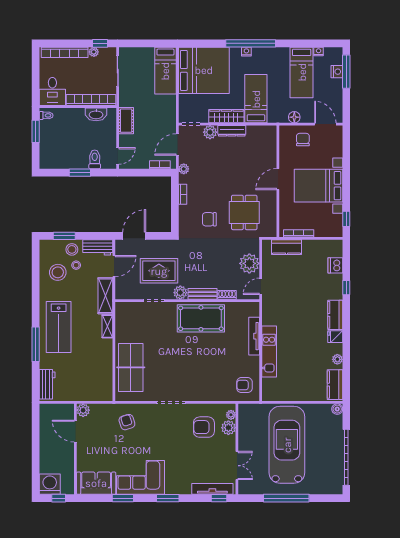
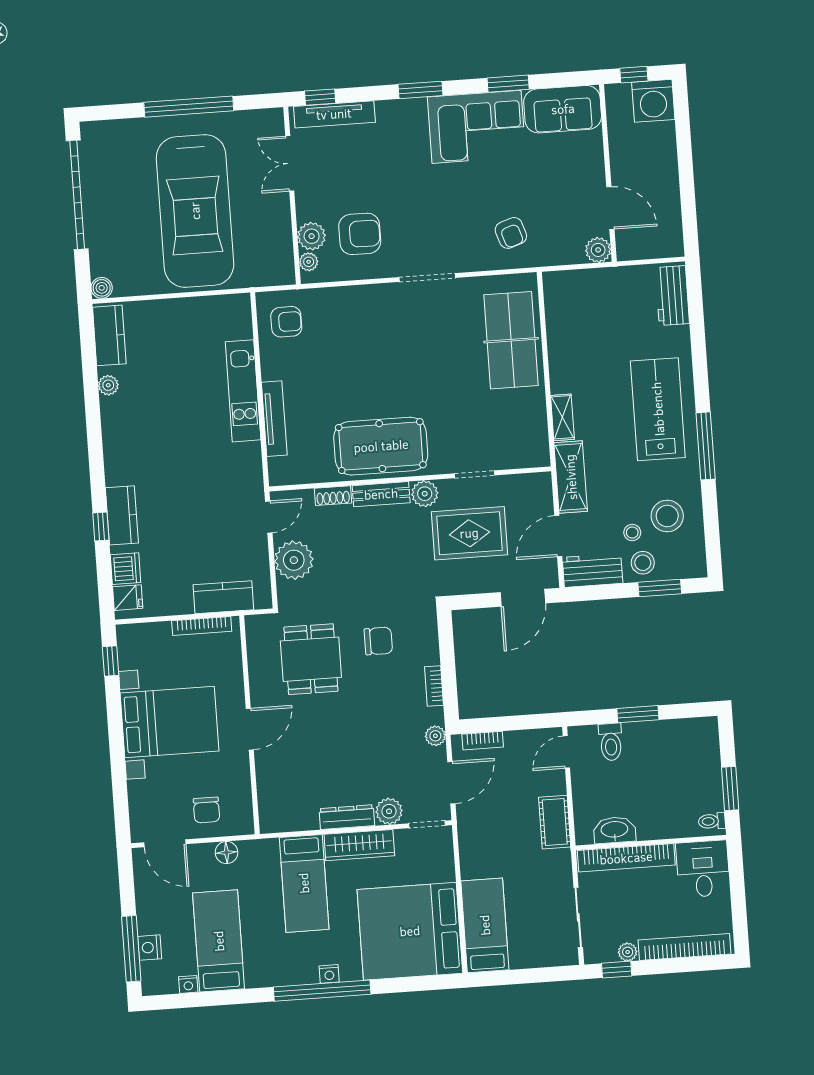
kitchen counter: (335, 315) -> (122, 515), moved
fridge: (335, 337) -> (128, 598), moved
window: (36, 344) -> (706, 446), moved

